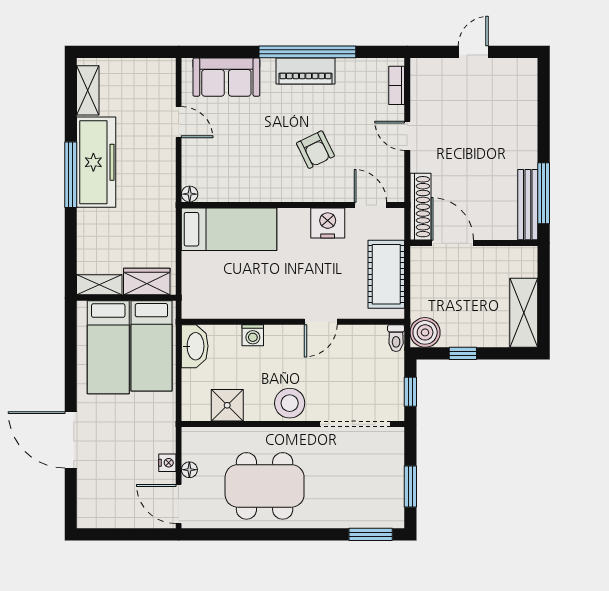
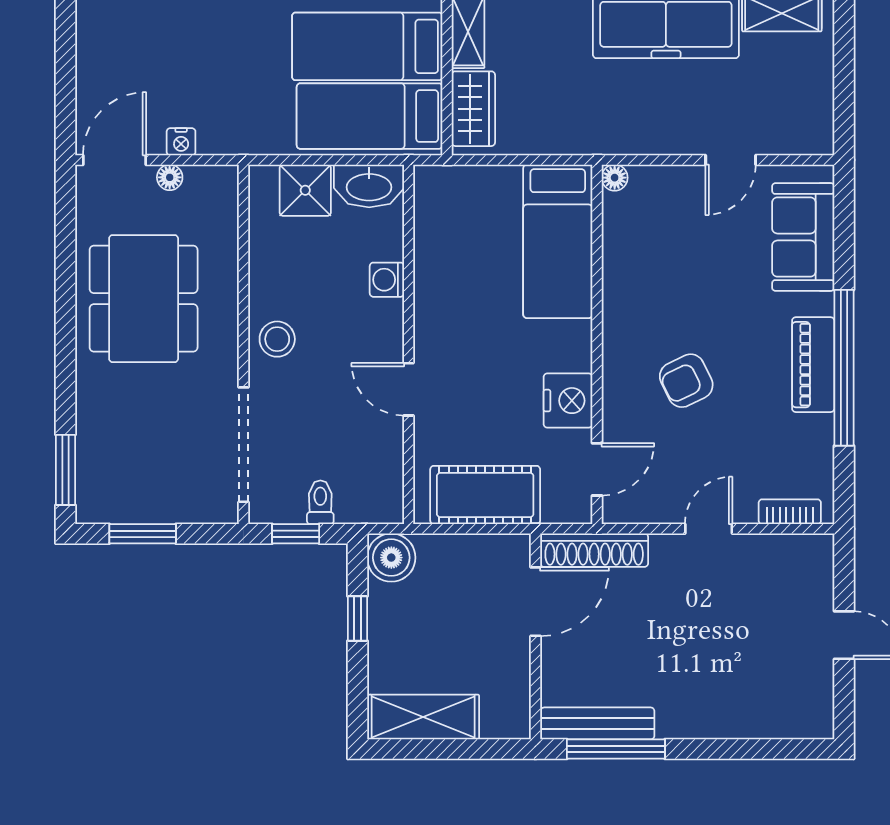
toilet: (396, 338) -> (320, 502), moved, turned 90
stool: (290, 403) -> (277, 339), width x0.73, depth x0.73
shower: (227, 405) -> (305, 190), moved

